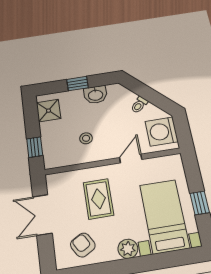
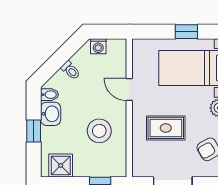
bidet: (113, 91) -> (49, 95), added
washing machine: (162, 131) -> (98, 46), width x0.53, depth x0.53
stool: (86, 138) -> (99, 131), width x1.89, depth x1.89

